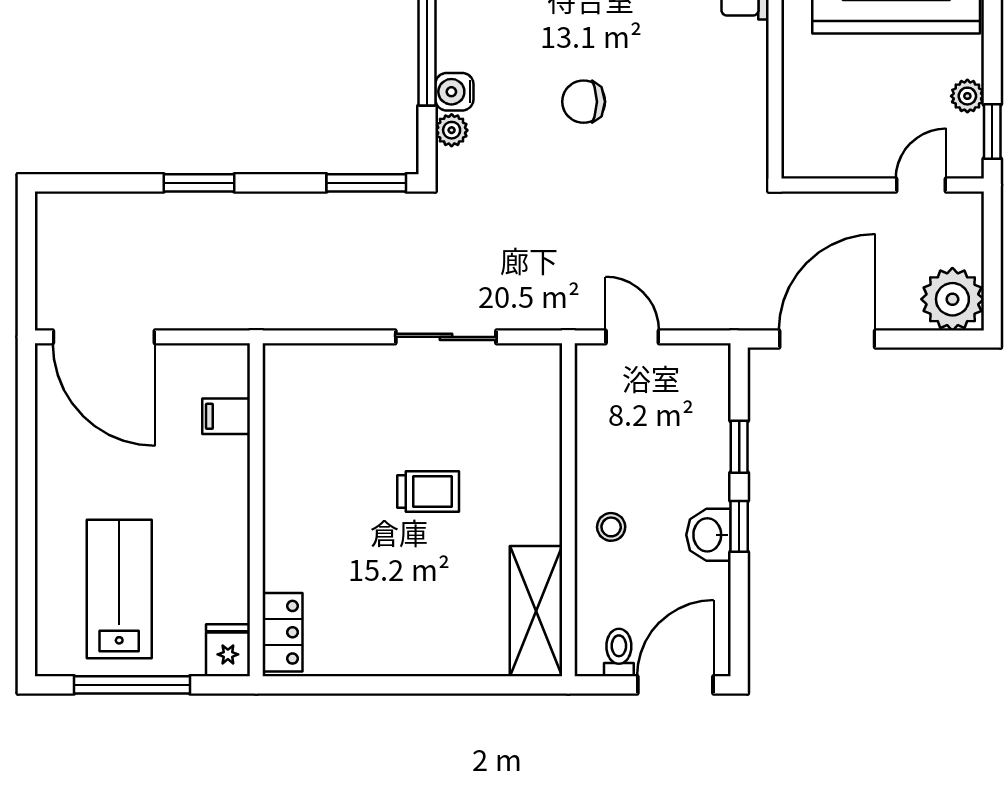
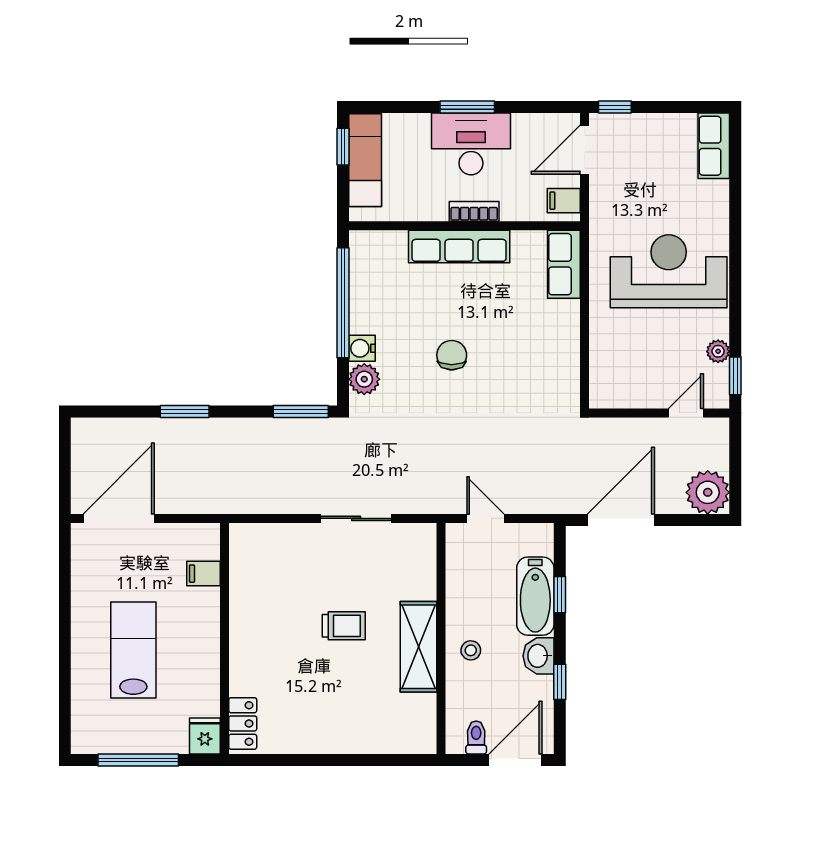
chair: (584, 102) -> (452, 355), turned 90
plant: (452, 130) -> (364, 379), width x1.38, depth x1.38
door: (104, 337) -> (119, 518), swing flipped
bathtub: (704, 449) -> (535, 596), added
window: (739, 526) -> (560, 682), moved
lab bench: (119, 589) -> (133, 650), moved
shelving: (536, 611) -> (419, 647), moved

